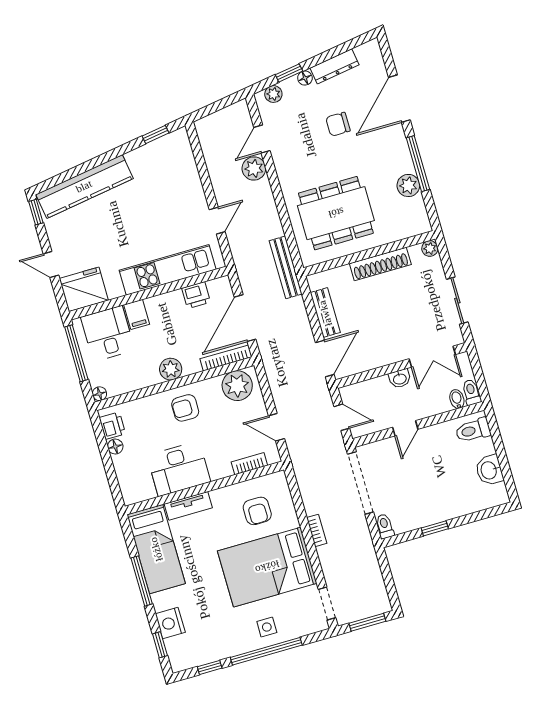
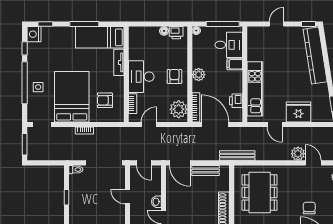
fridge: (84, 289) -> (298, 112), moved, turned -90
door: (342, 417) -> (144, 163), hinge flipped
desk: (179, 469) -> (141, 77), moved
nightstand: (170, 623) -> (34, 34), moved, turned -90

